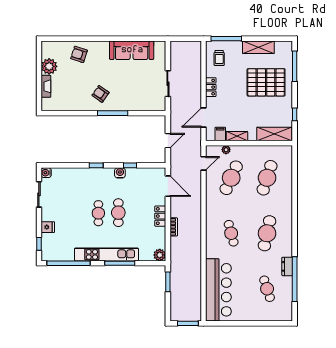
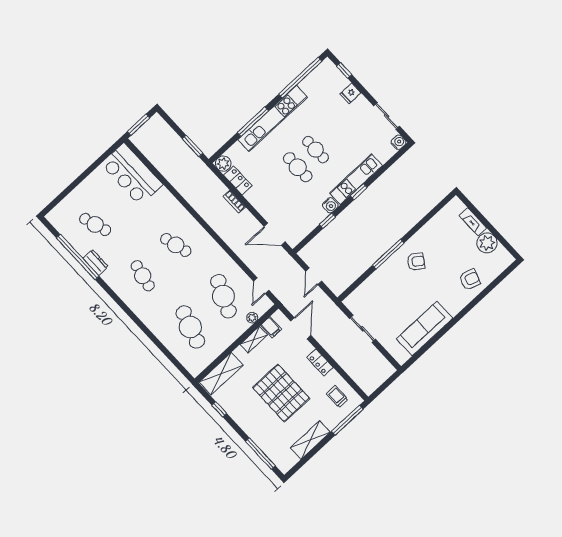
pallet: (266, 82) -> (281, 393), moved, turned 90
kitchen unit: (91, 174) -> (356, 179), added
locker: (160, 216) -> (238, 180), moved
cafe table: (267, 233) -> (143, 276), width x0.73, depth x0.74
bar counter: (218, 290) -> (132, 174), width x0.73

